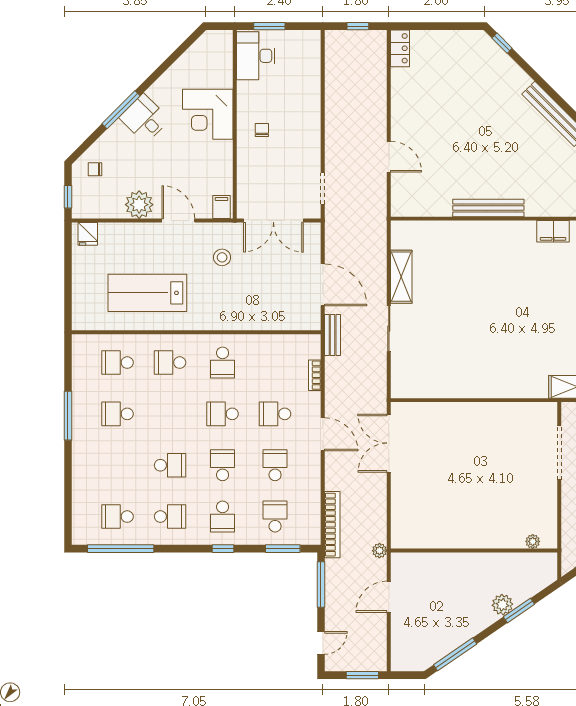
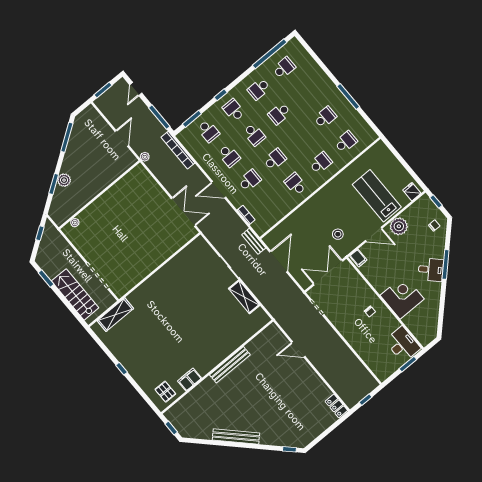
door: (323, 285) -> (279, 261), swing flipped
lab bench: (147, 293) -> (377, 196), moved, turned -90

